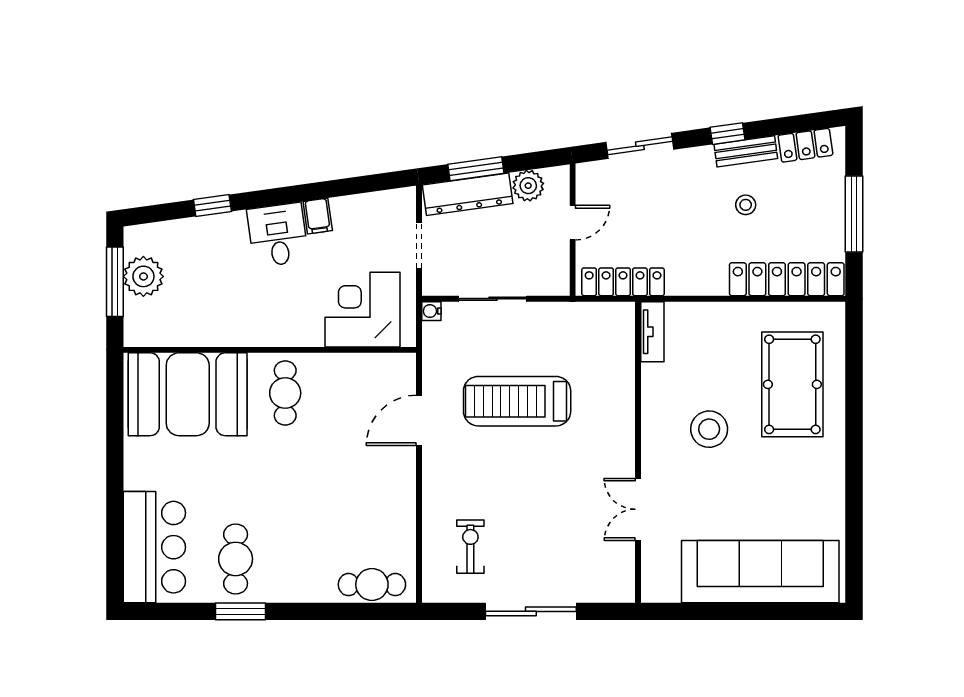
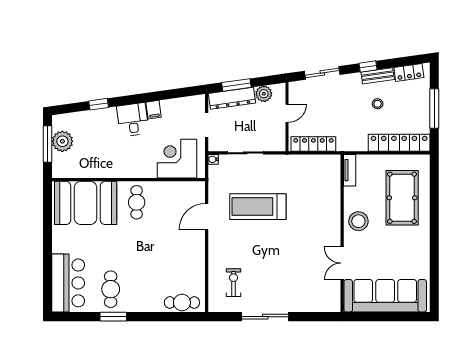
tv unit: (652, 332) -> (350, 170), moved
wall: (638, 452) -> (342, 233), moved
double door: (638, 509) -> (342, 263), moved

